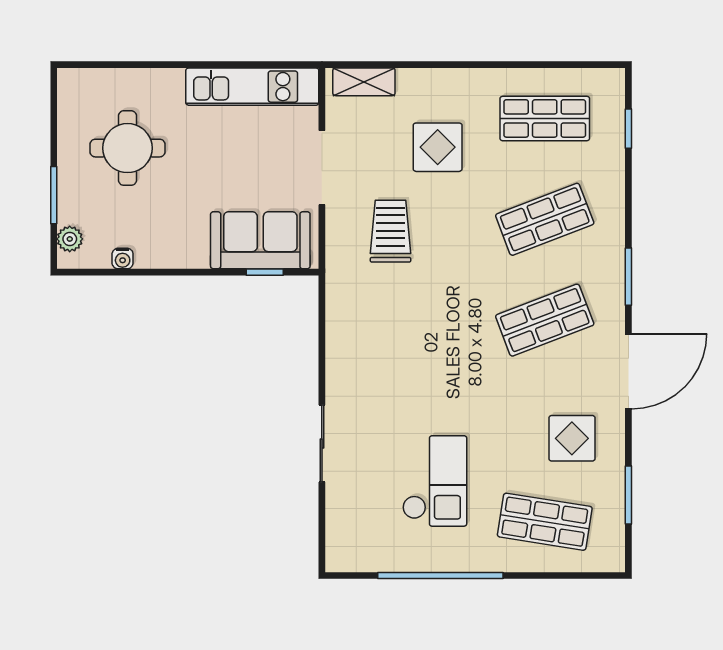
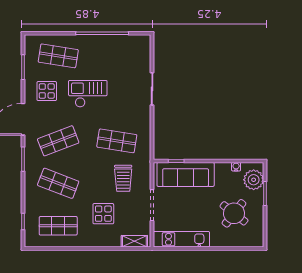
round table: (127, 148) -> (234, 213), turned 38
shop shelf: (545, 219) -> (58, 183), turned 42
plant: (70, 239) -> (254, 180), width x1.87, depth x1.87
sofa: (260, 240) -> (186, 174), width x1.36
shop shelf: (406, 320) -> (117, 141), added
checkout: (435, 481) -> (88, 94), moved, turned 90

